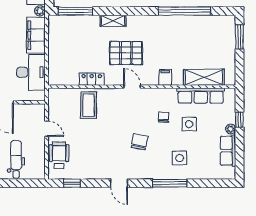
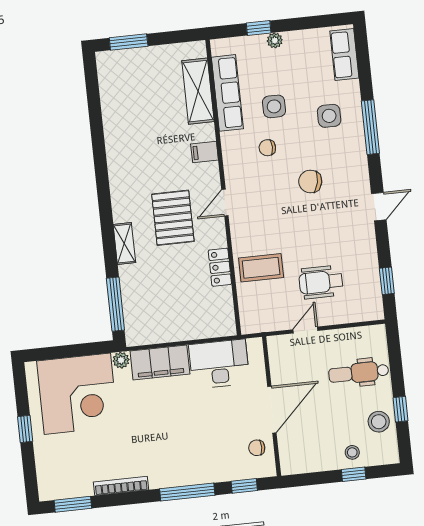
window: (184, 11) -> (97, 133), removed
row of seats: (228, 151) -> (344, 54), moved, turned 90
wheelchair: (59, 155) -> (321, 282), moved

